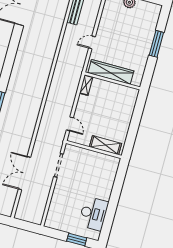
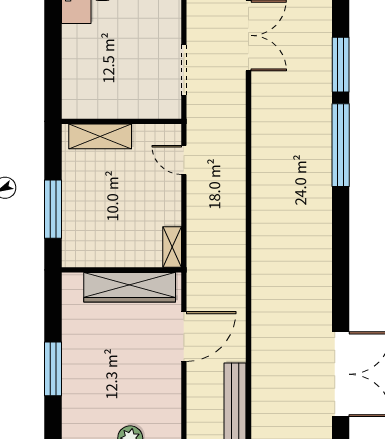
door: (92, 42) -> (184, 337), width x1.88
window: (136, 118) -> (53, 209), added

